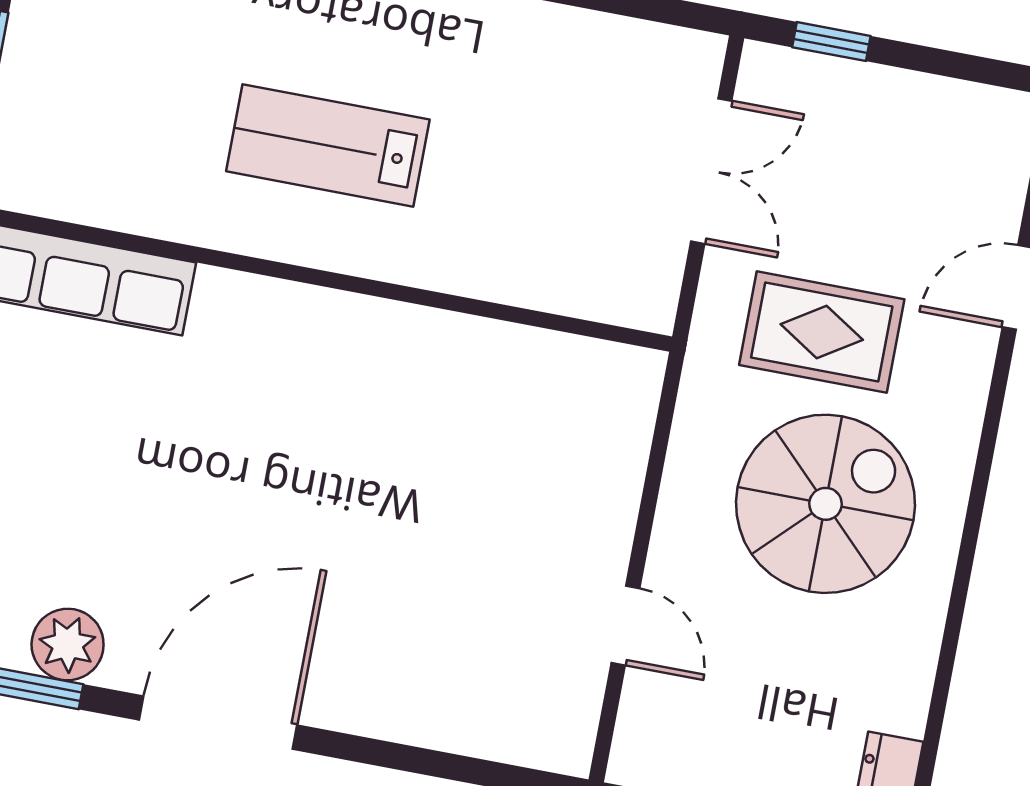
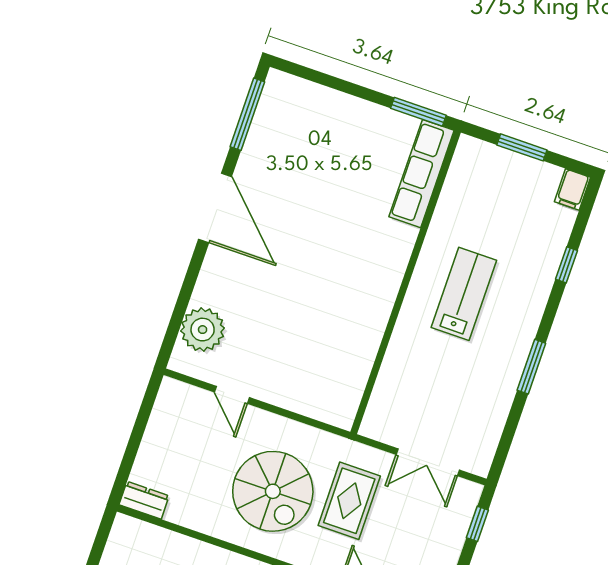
door: (625, 625) -> (232, 395), hinge flipped
plant: (68, 644) -> (203, 330), moved, width x1.36, depth x1.36

